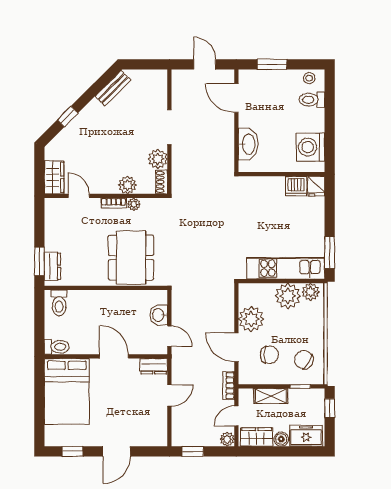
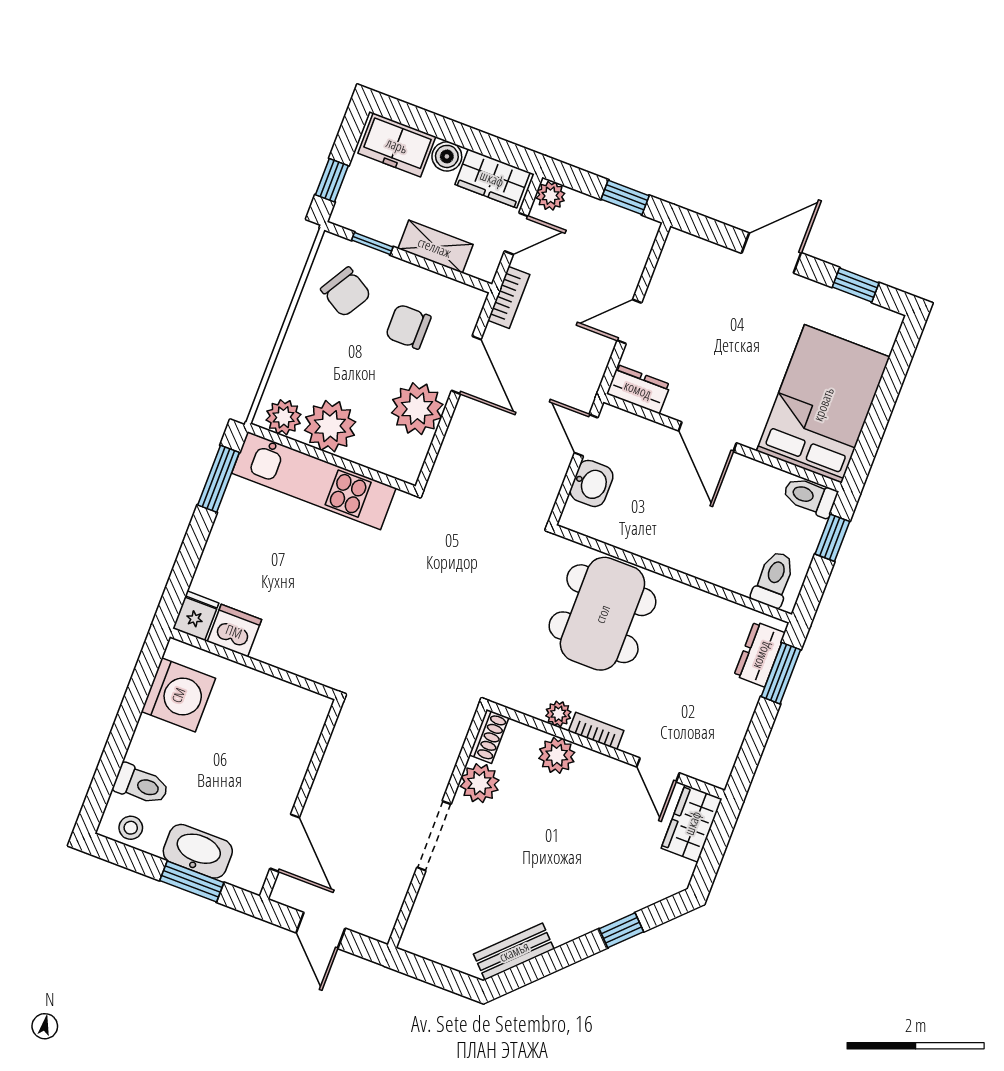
washbasin: (248, 144) -> (198, 851), moved, turned 90
window: (39, 332) -> (832, 538), added

